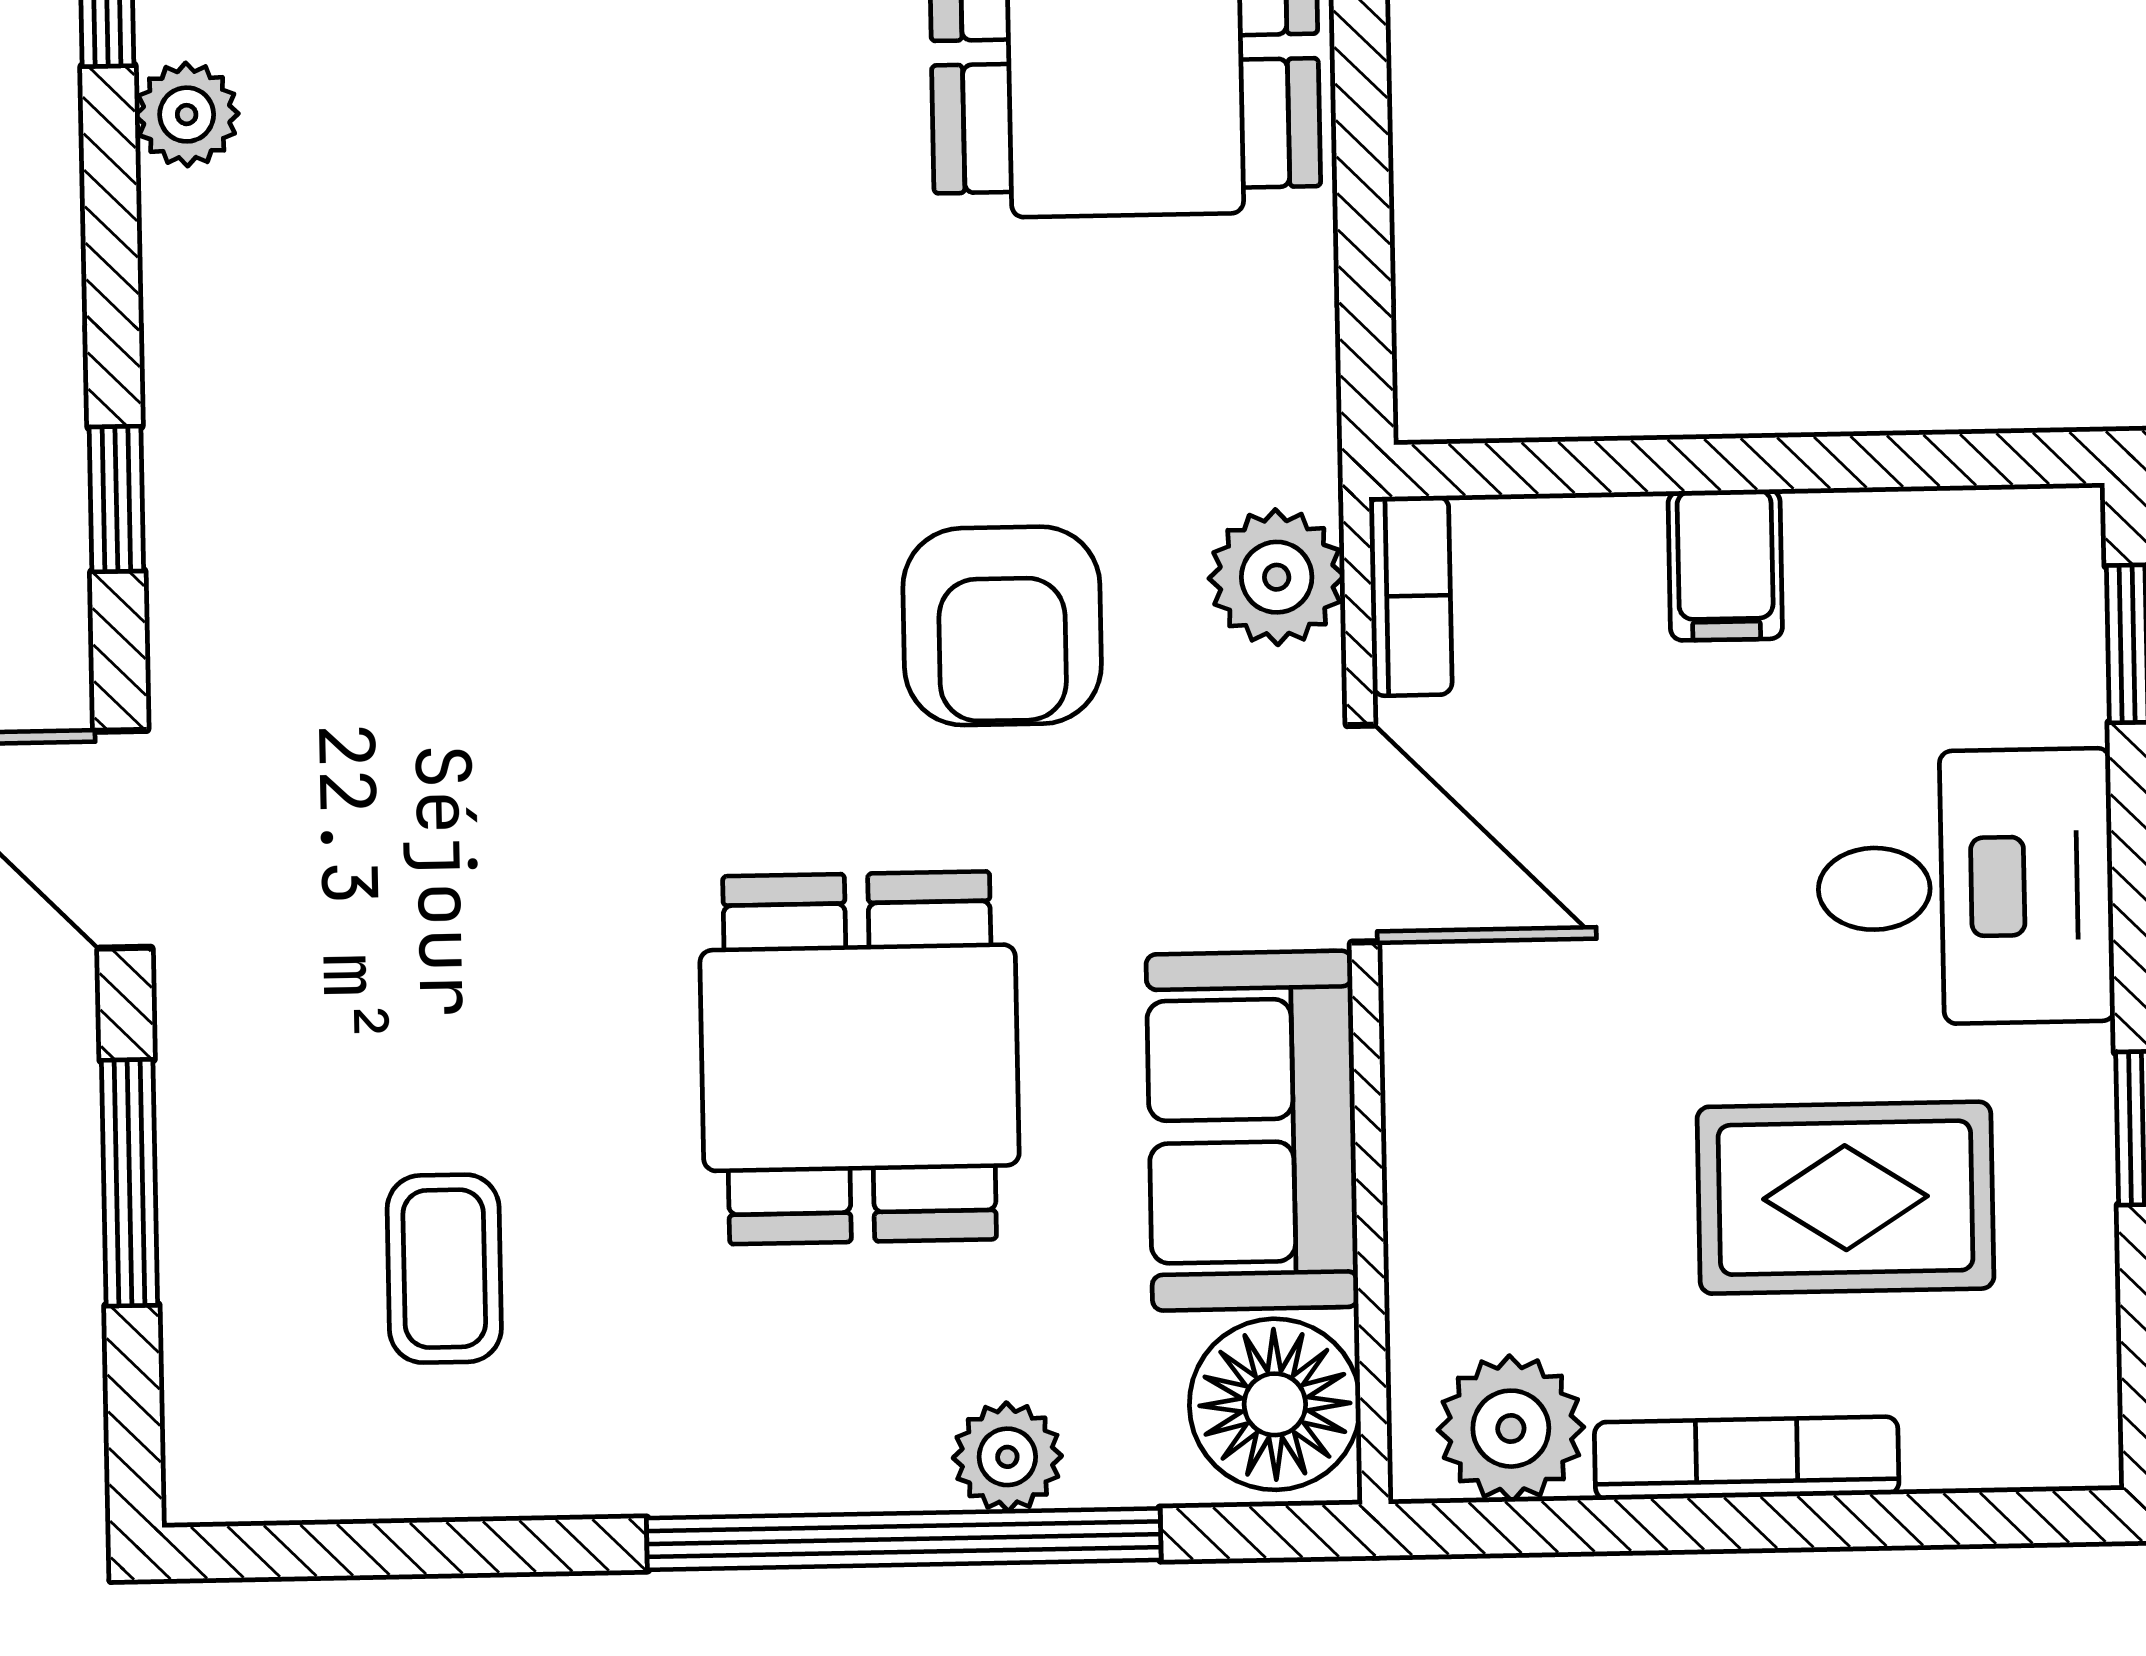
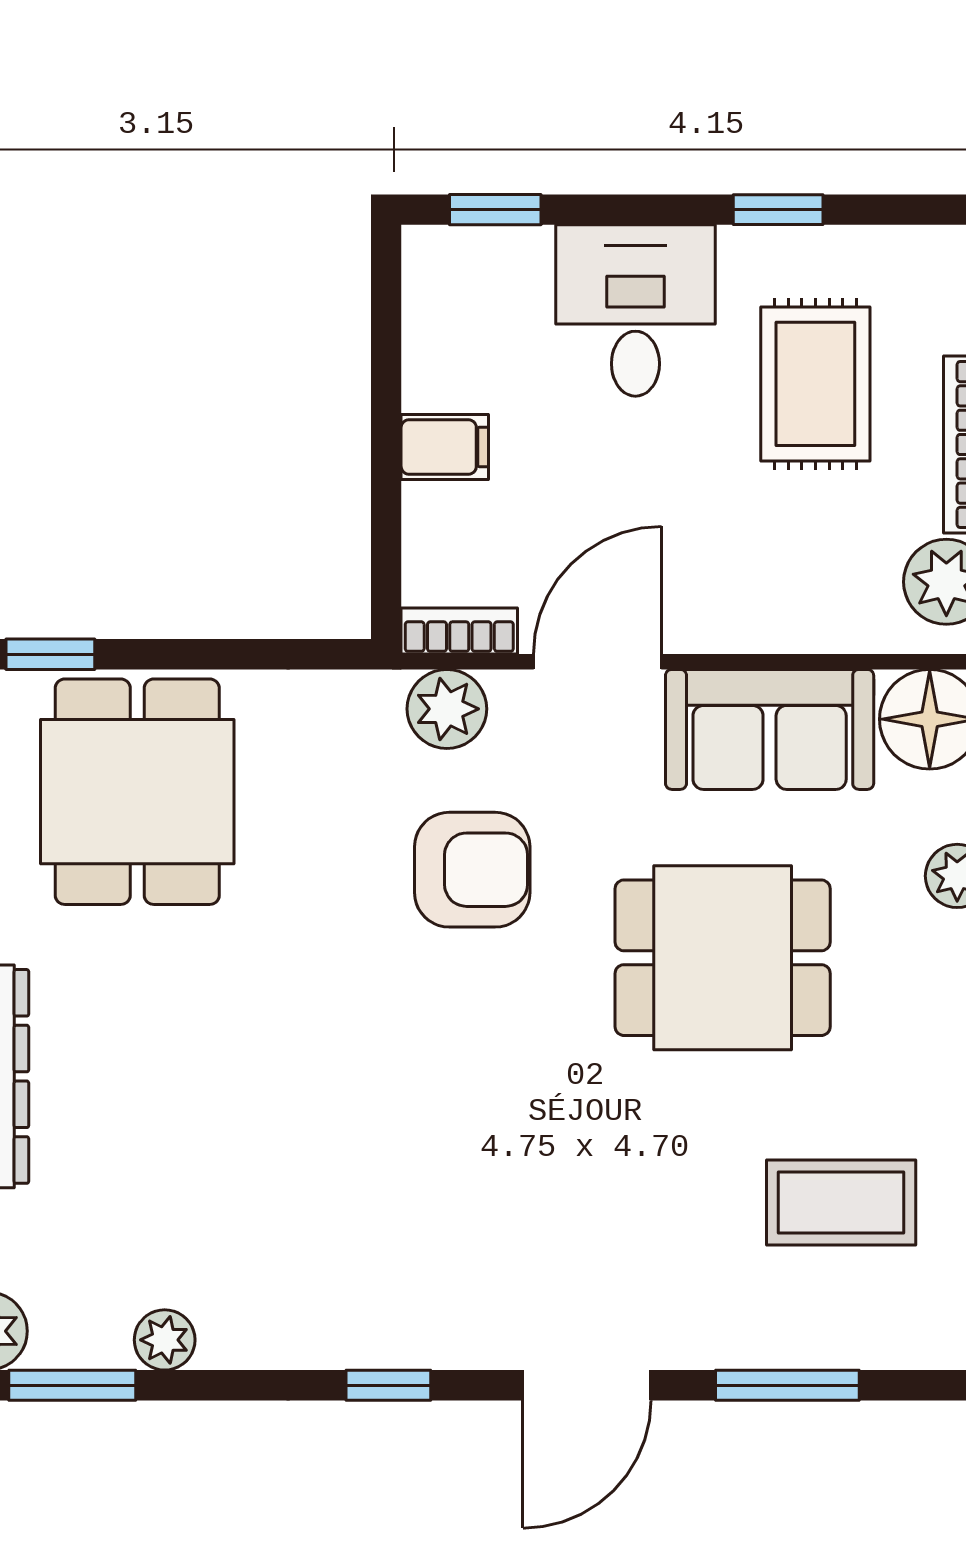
coffee table: (444, 1269) -> (841, 1202), width x1.36, depth x1.30

